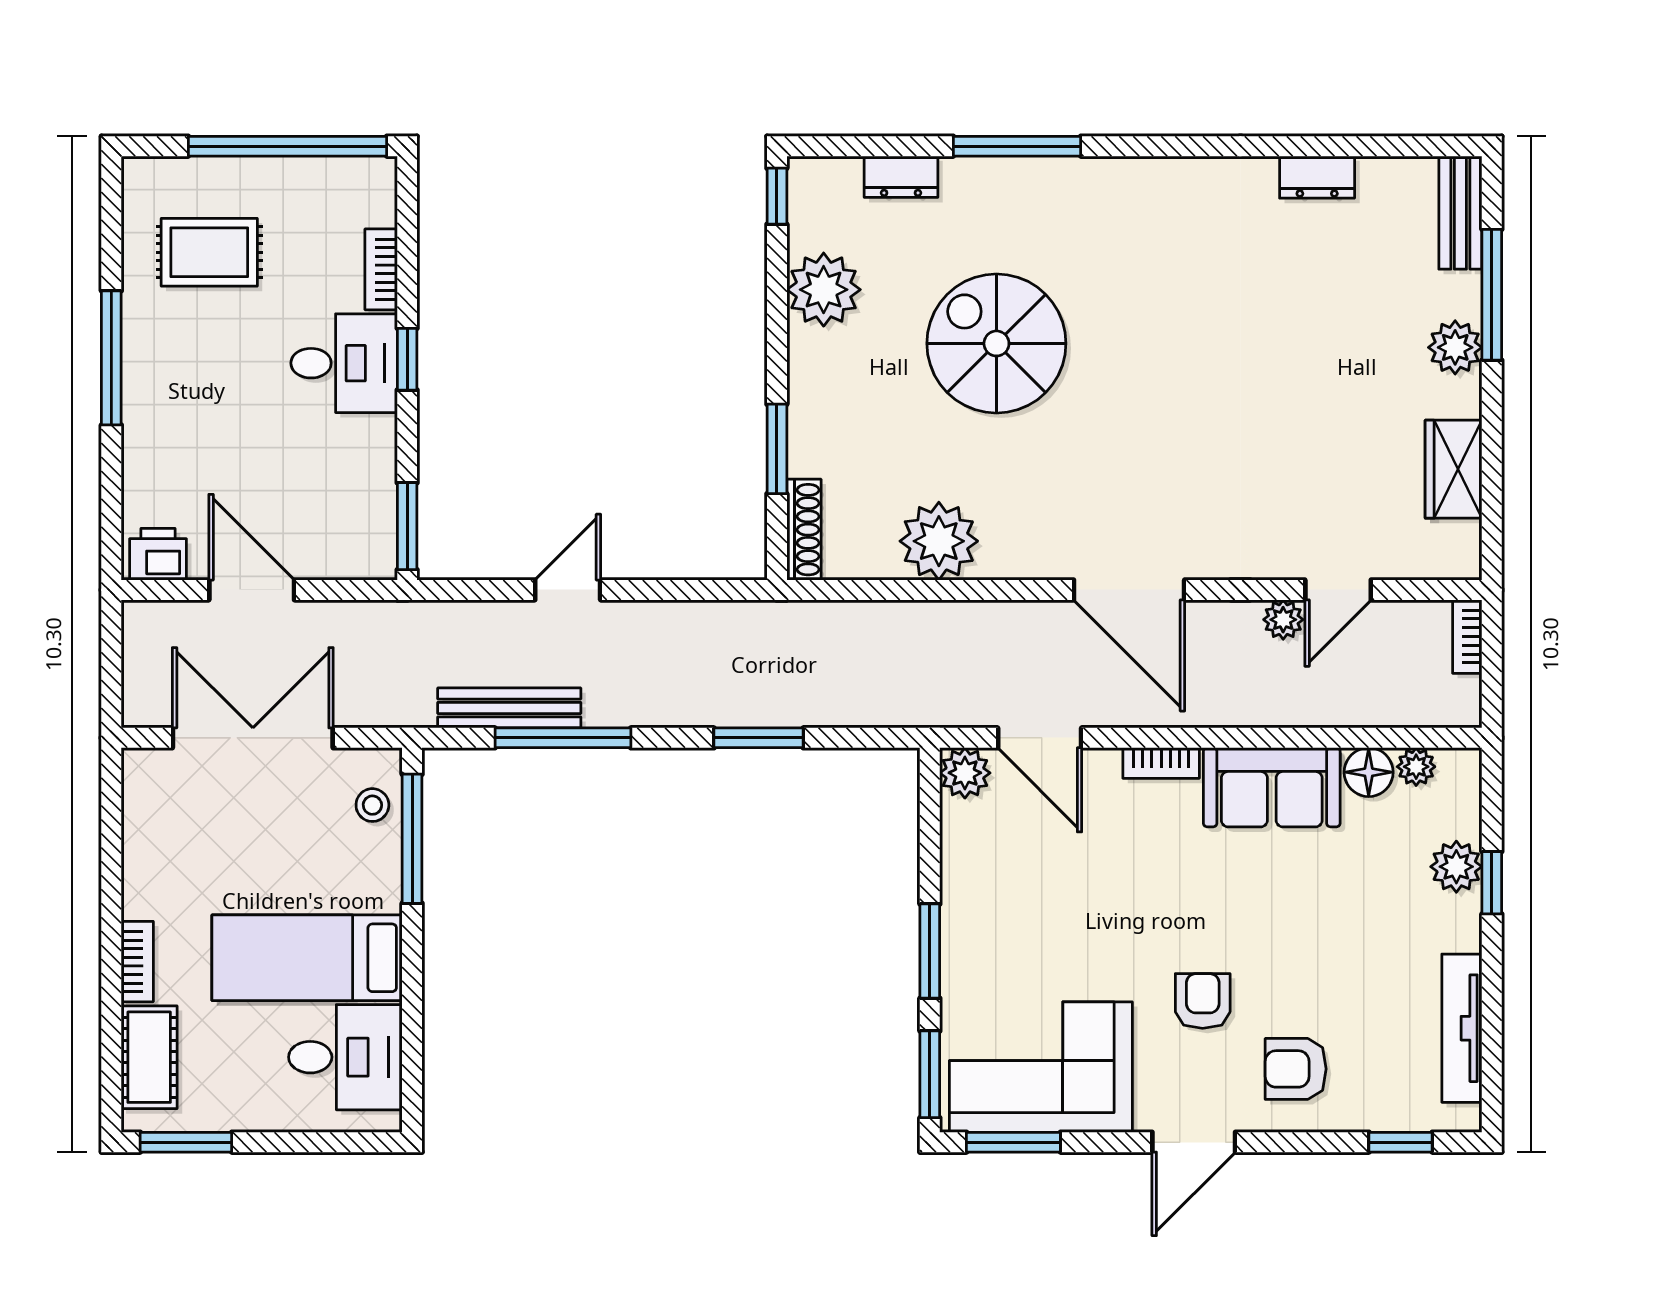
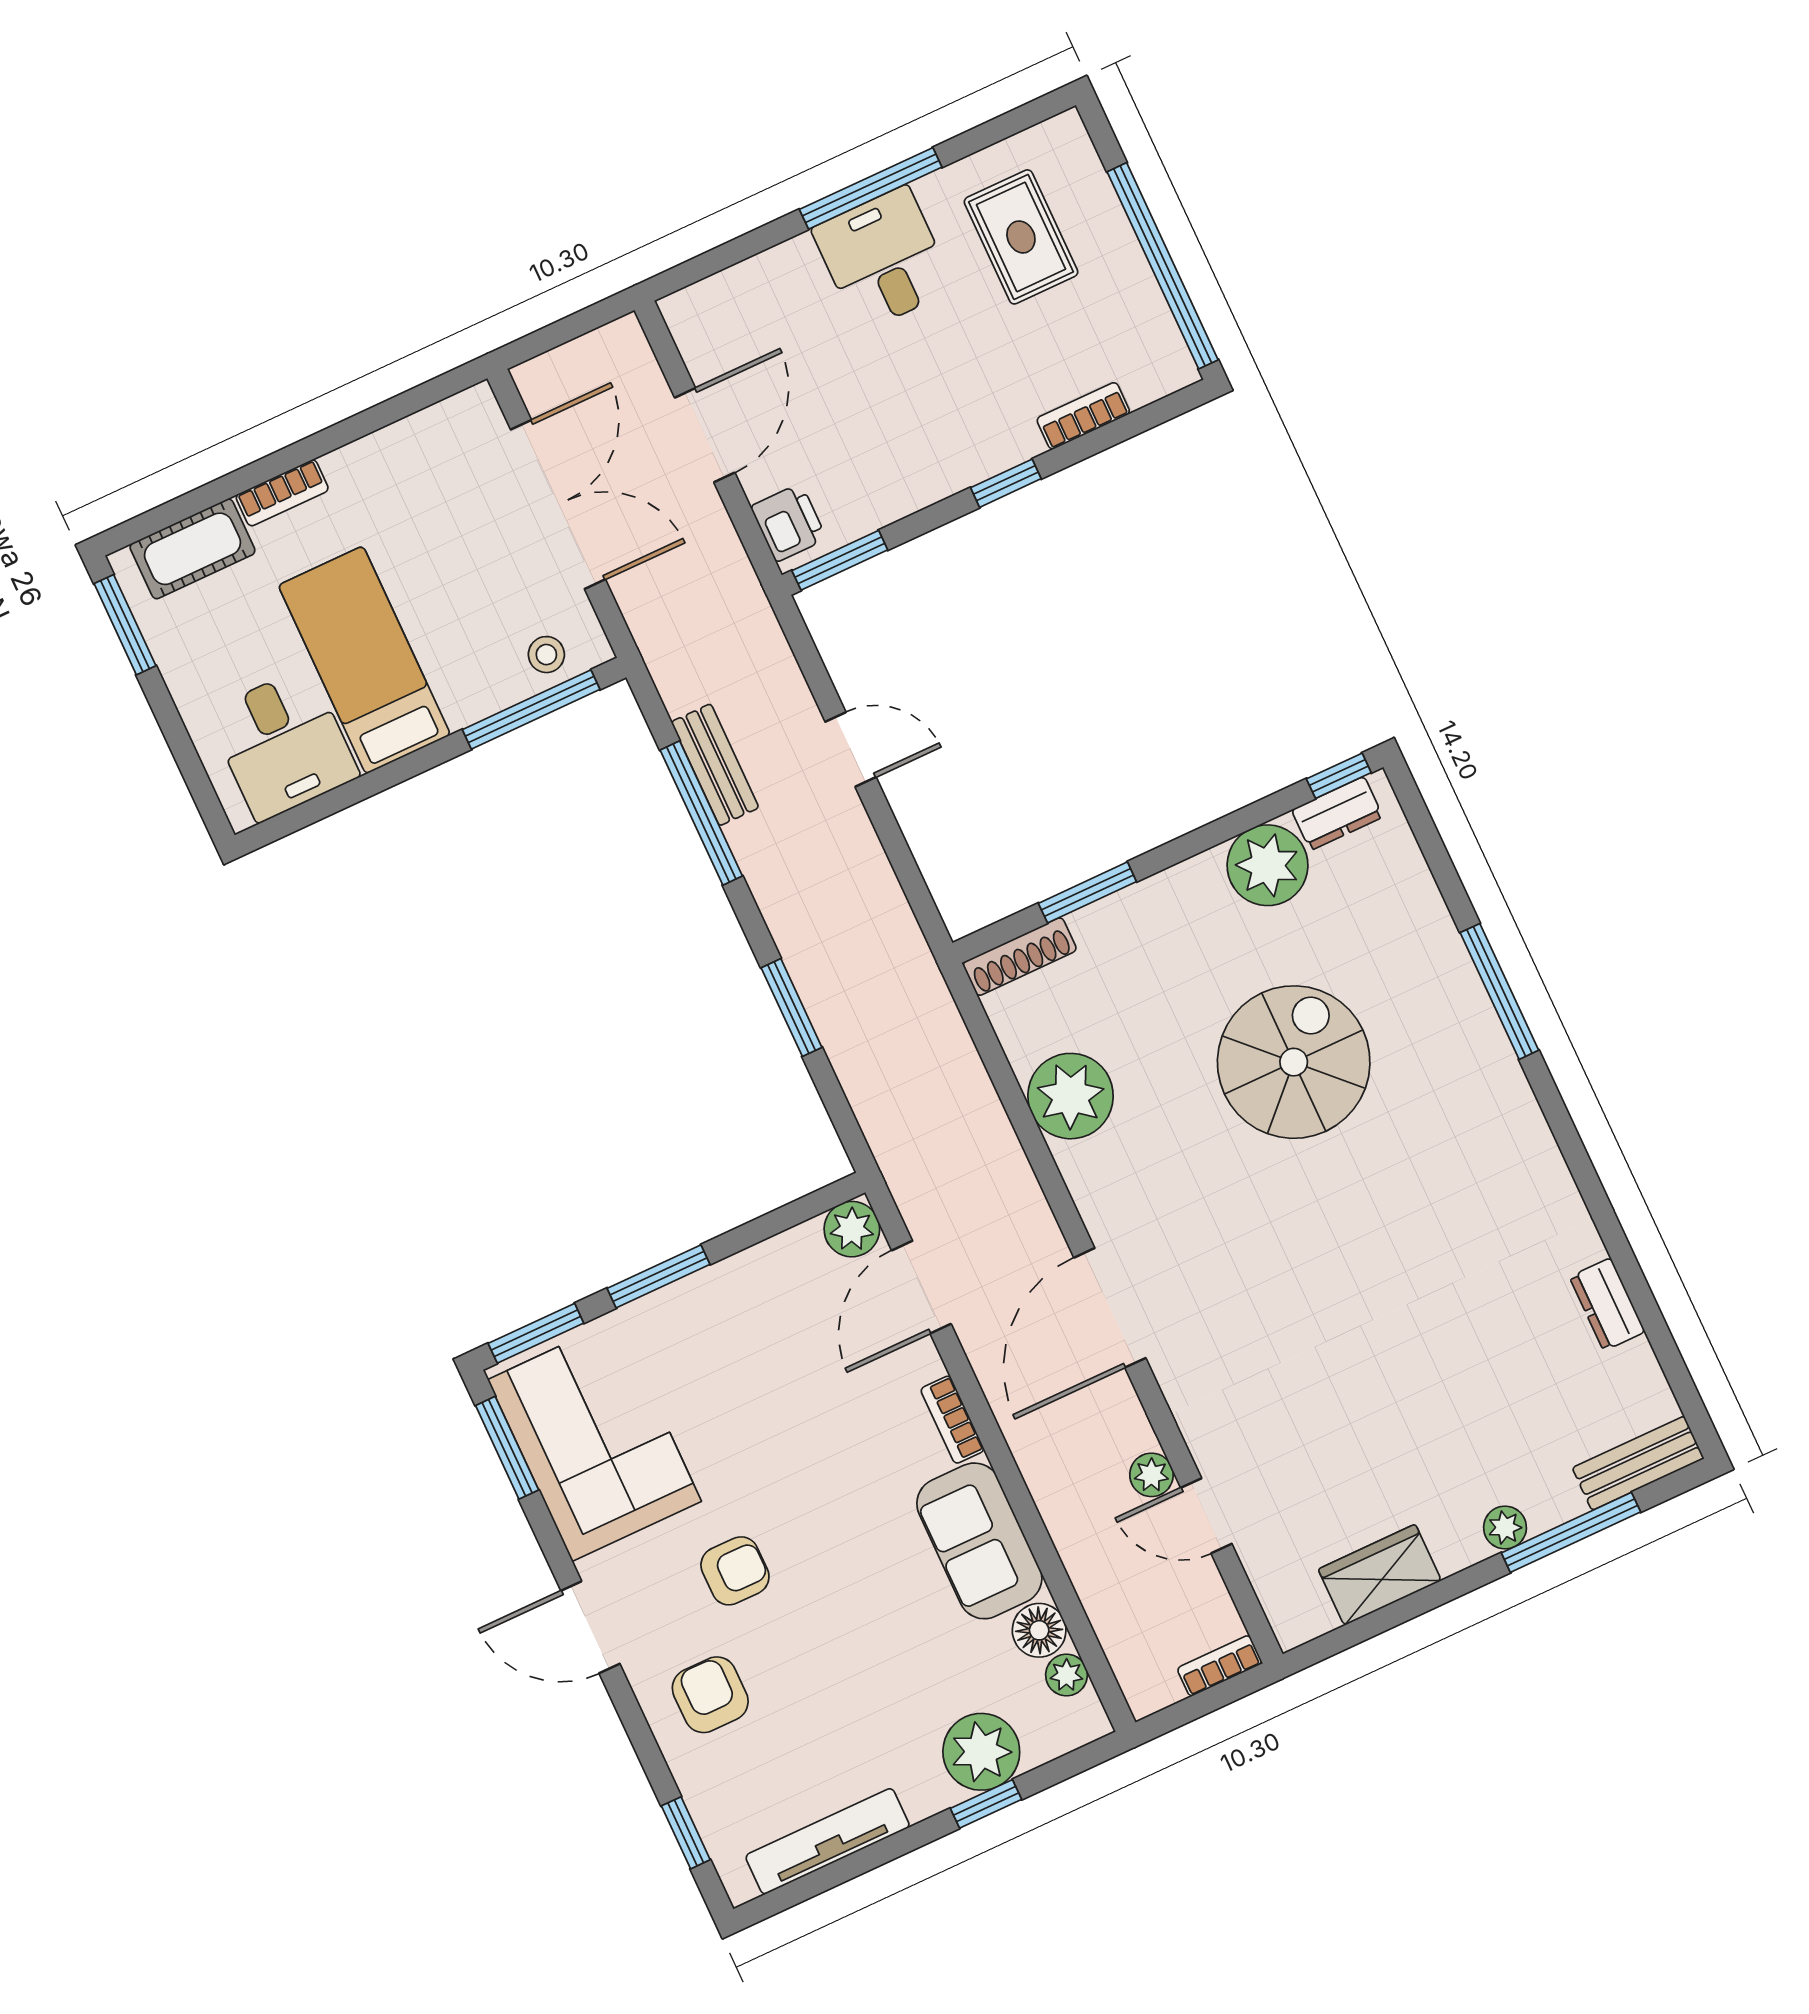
dresser: (901, 177) -> (1337, 813), moved, turned -90
plant: (1455, 347) -> (1505, 1528), width x0.73, depth x0.73
desk: (344, 363) -> (883, 259), moved, turned 180
printer: (158, 554) -> (789, 523), moved
bench: (509, 708) -> (715, 765), width x0.73
plant: (1456, 867) -> (981, 1752), width x1.36, depth x1.36

